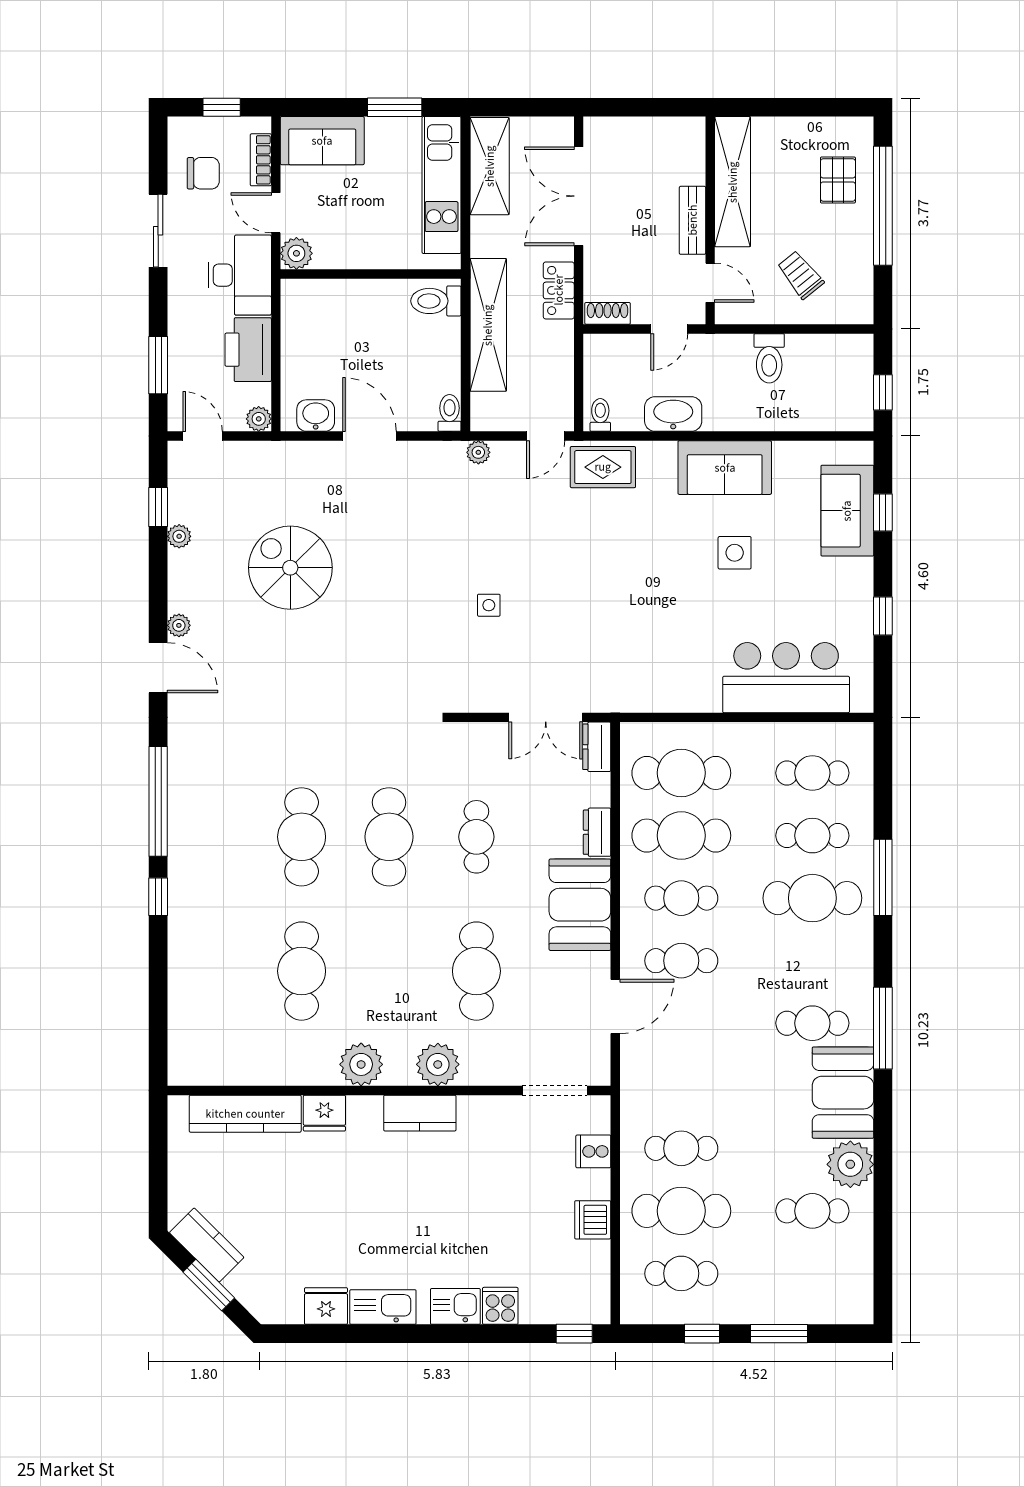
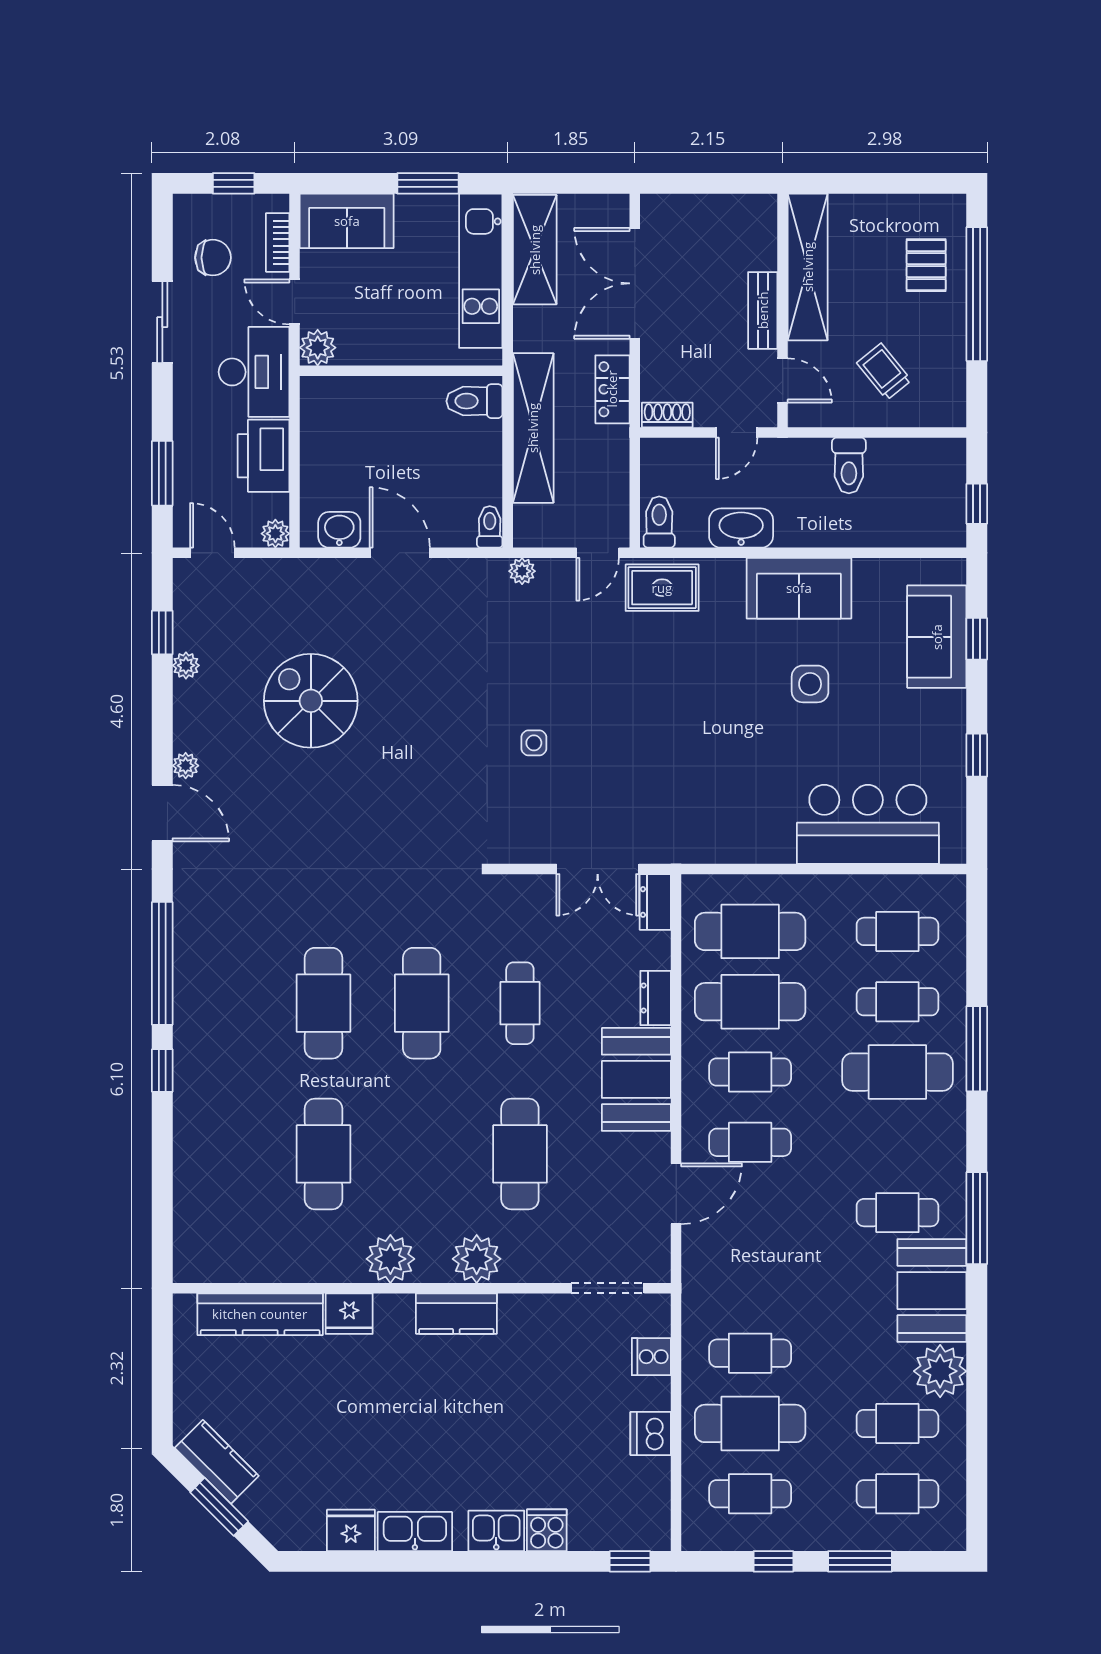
toilet: (600, 415) -> (659, 522), width x1.37, depth x1.39
cafe table: (812, 1273) -> (897, 1494), added

